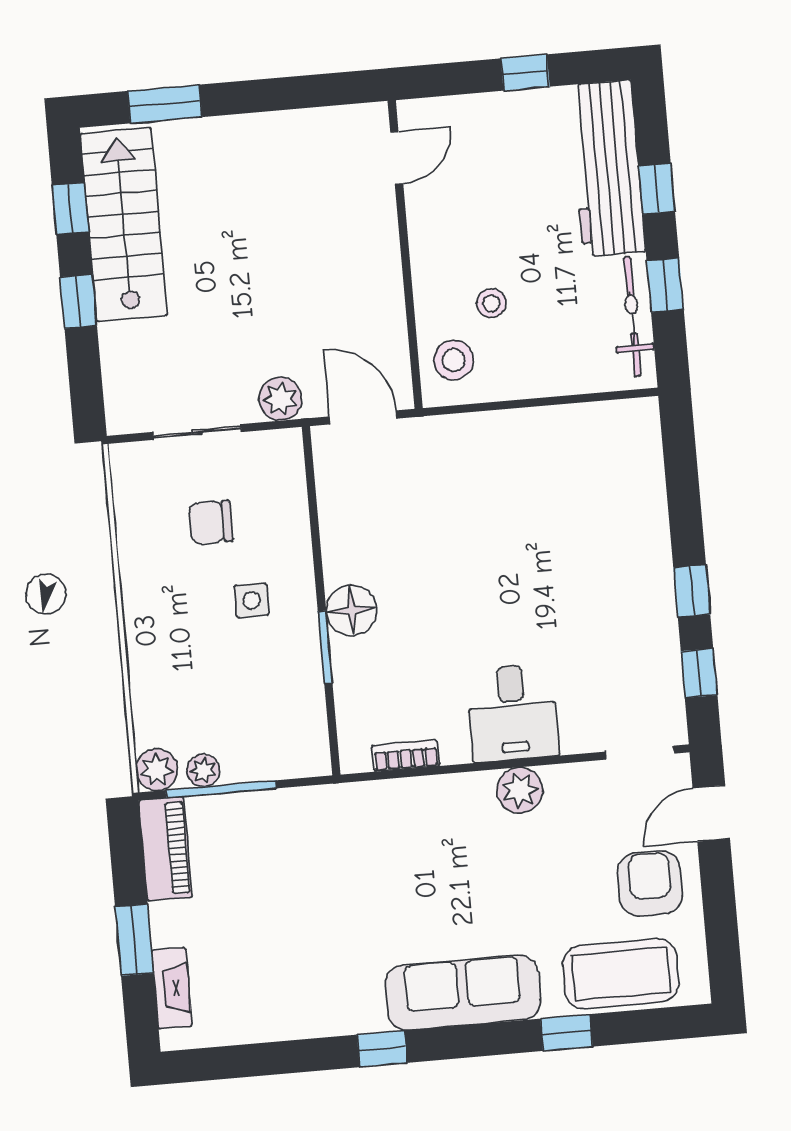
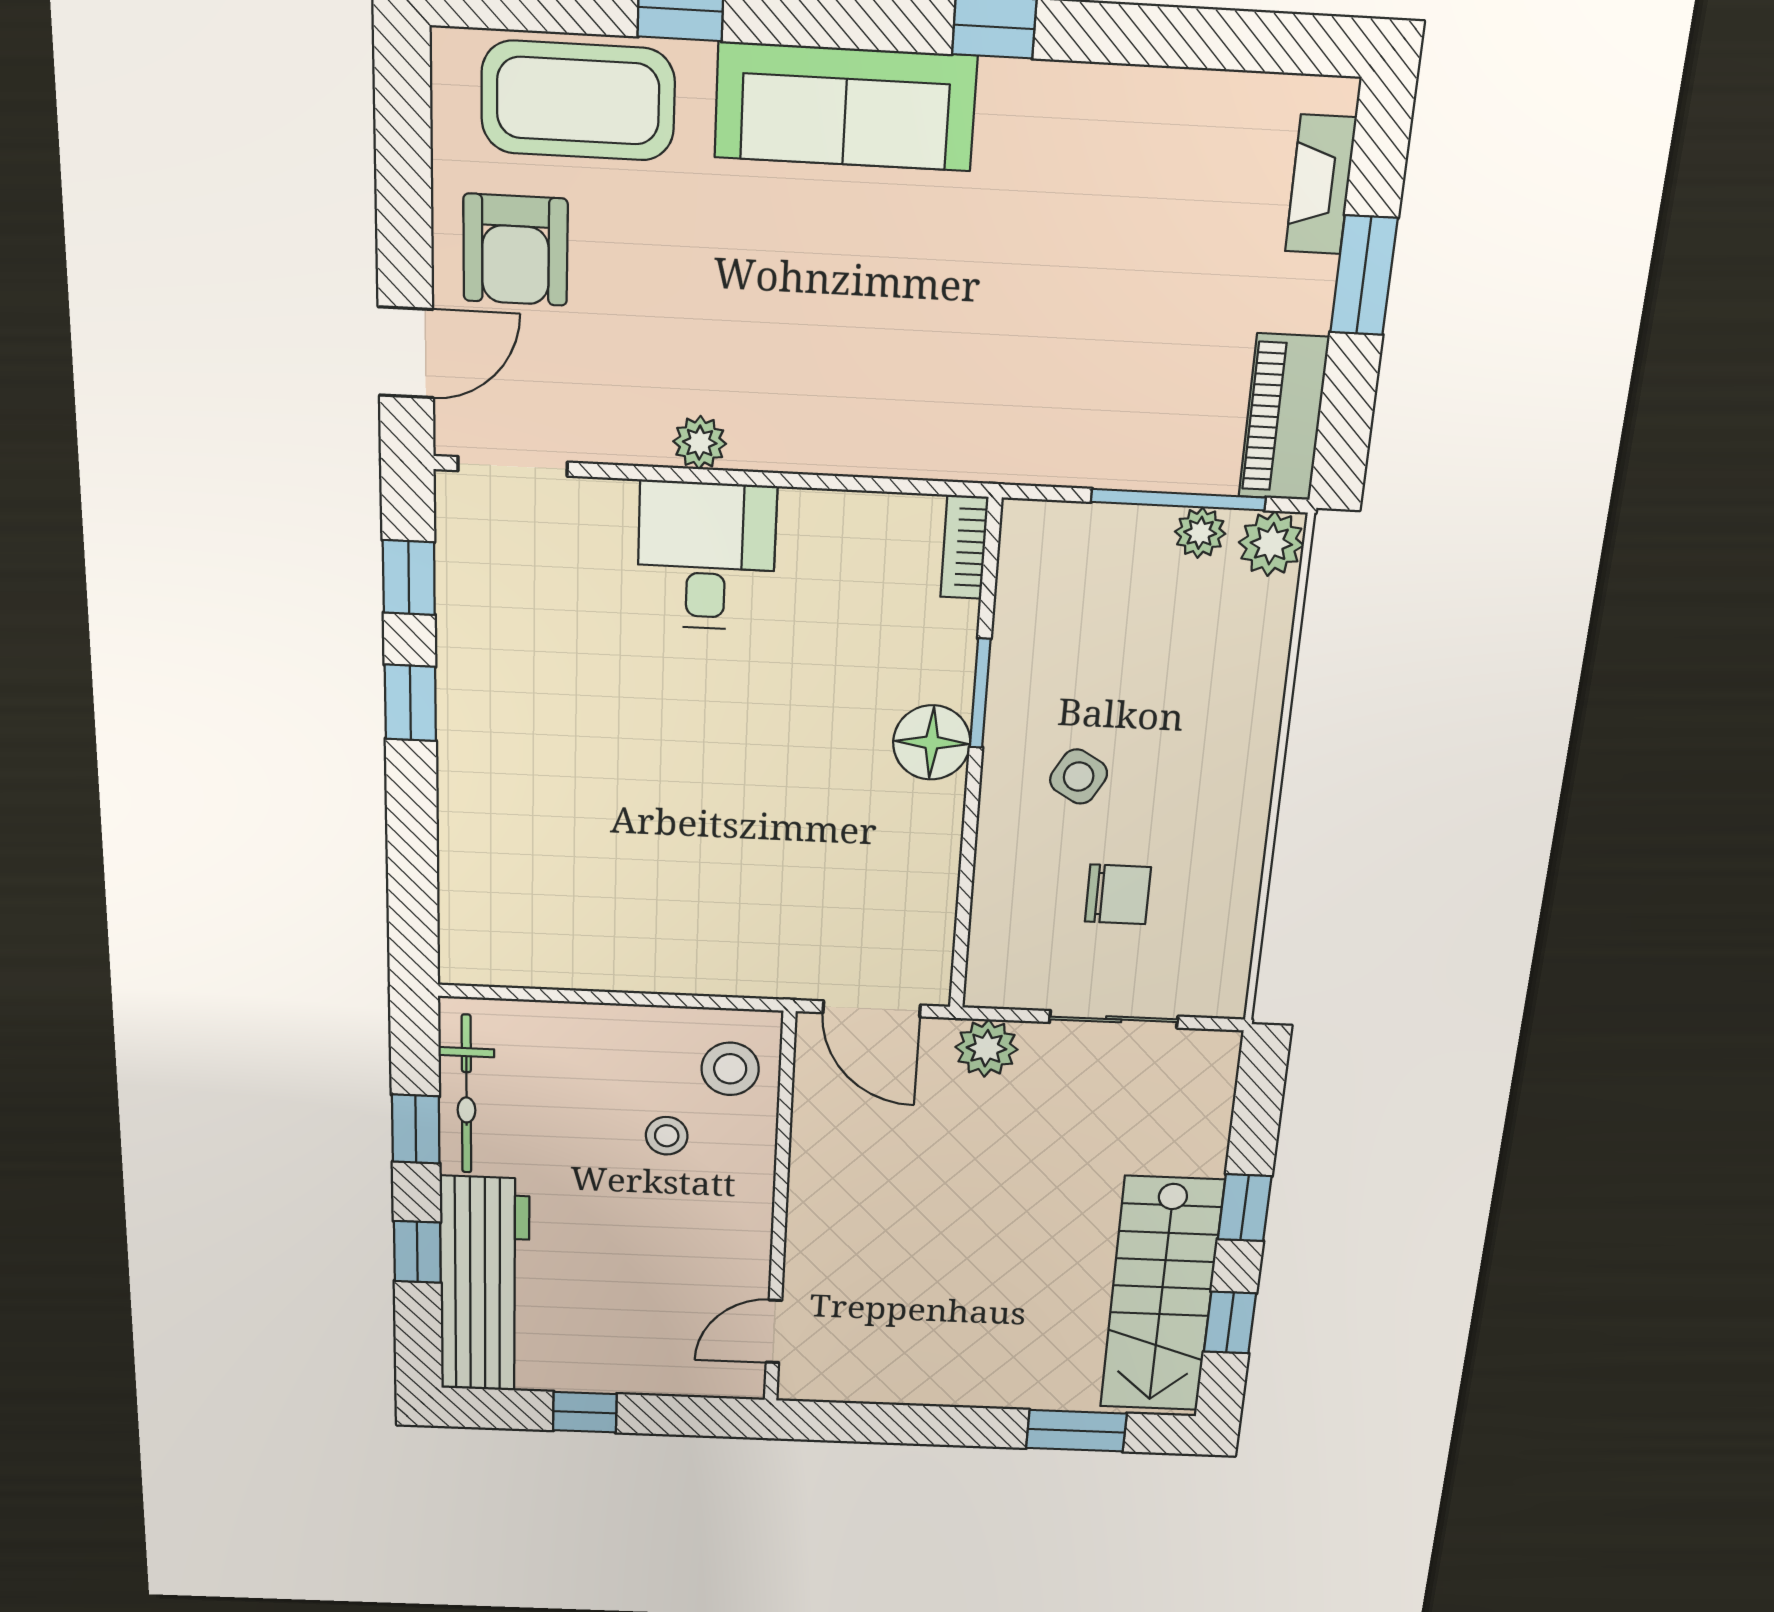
side table: (252, 600) -> (1079, 777), turned 30
bookcase: (406, 756) -> (964, 547), moved, turned 90
plant: (520, 790) -> (700, 443), width x0.73, depth x0.73

